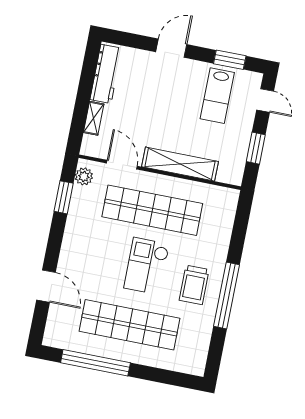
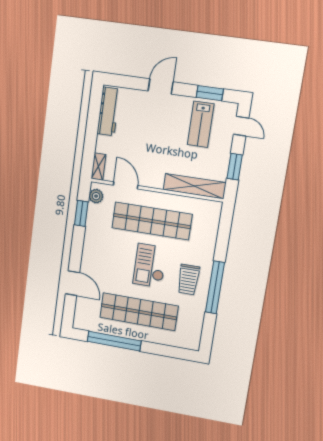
shelving: (94, 118) -> (99, 167), moved
shelving: (180, 164) -> (194, 186), moved

